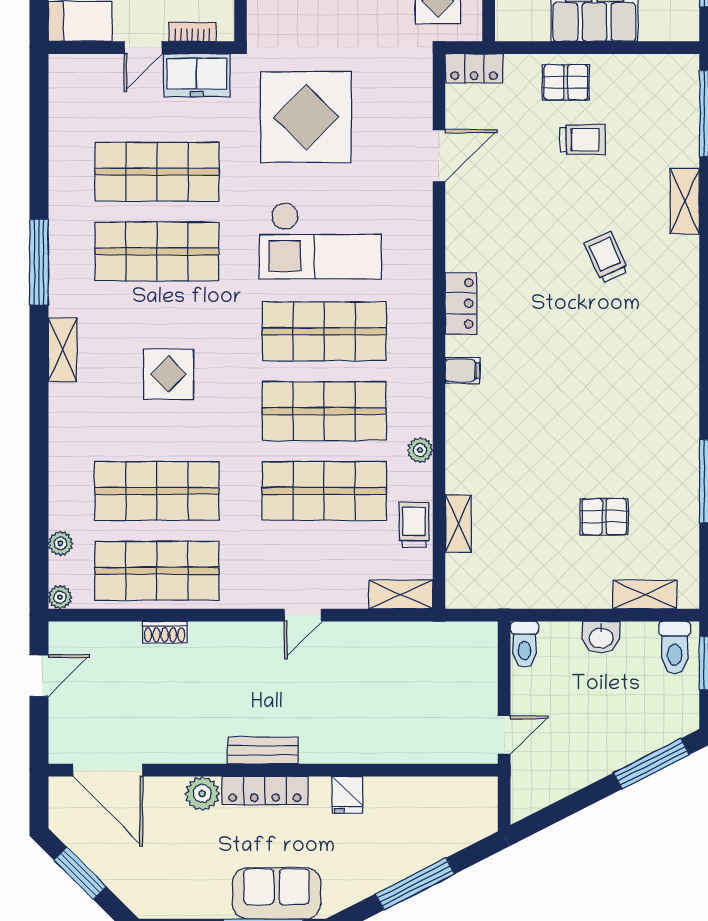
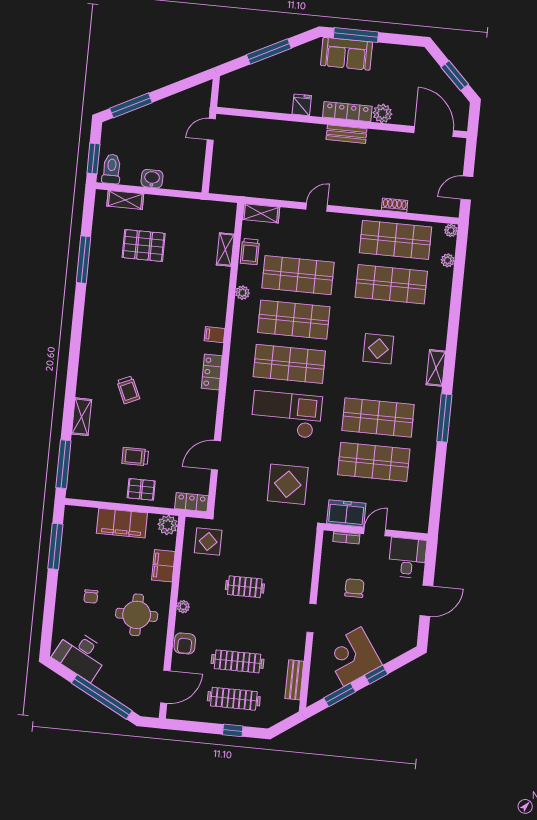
plant: (513, 23) -> (168, 525), added
display table: (306, 117) -> (288, 484), width x0.73, depth x0.73
pallet: (604, 517) -> (144, 245), width x1.50, depth x1.42
toilet: (525, 644) -> (195, 179), removed

